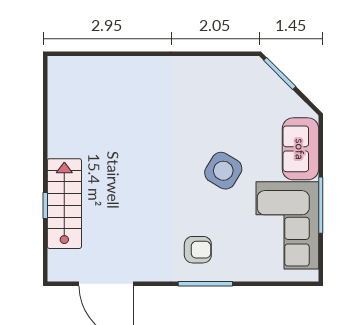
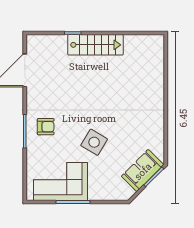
sofa: (300, 149) -> (143, 171), moved, turned -45
stairs: (64, 204) -> (95, 45), moved
armchair: (198, 250) -> (46, 127), turned -90

